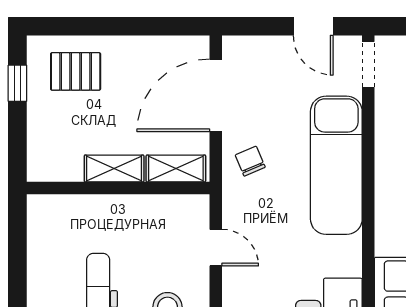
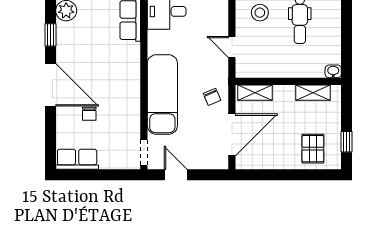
pallet: (76, 71) -> (313, 149), turned 90
shelving: (114, 168) -> (313, 93), moved
washbasin: (40, 205) -> (333, 71), added

